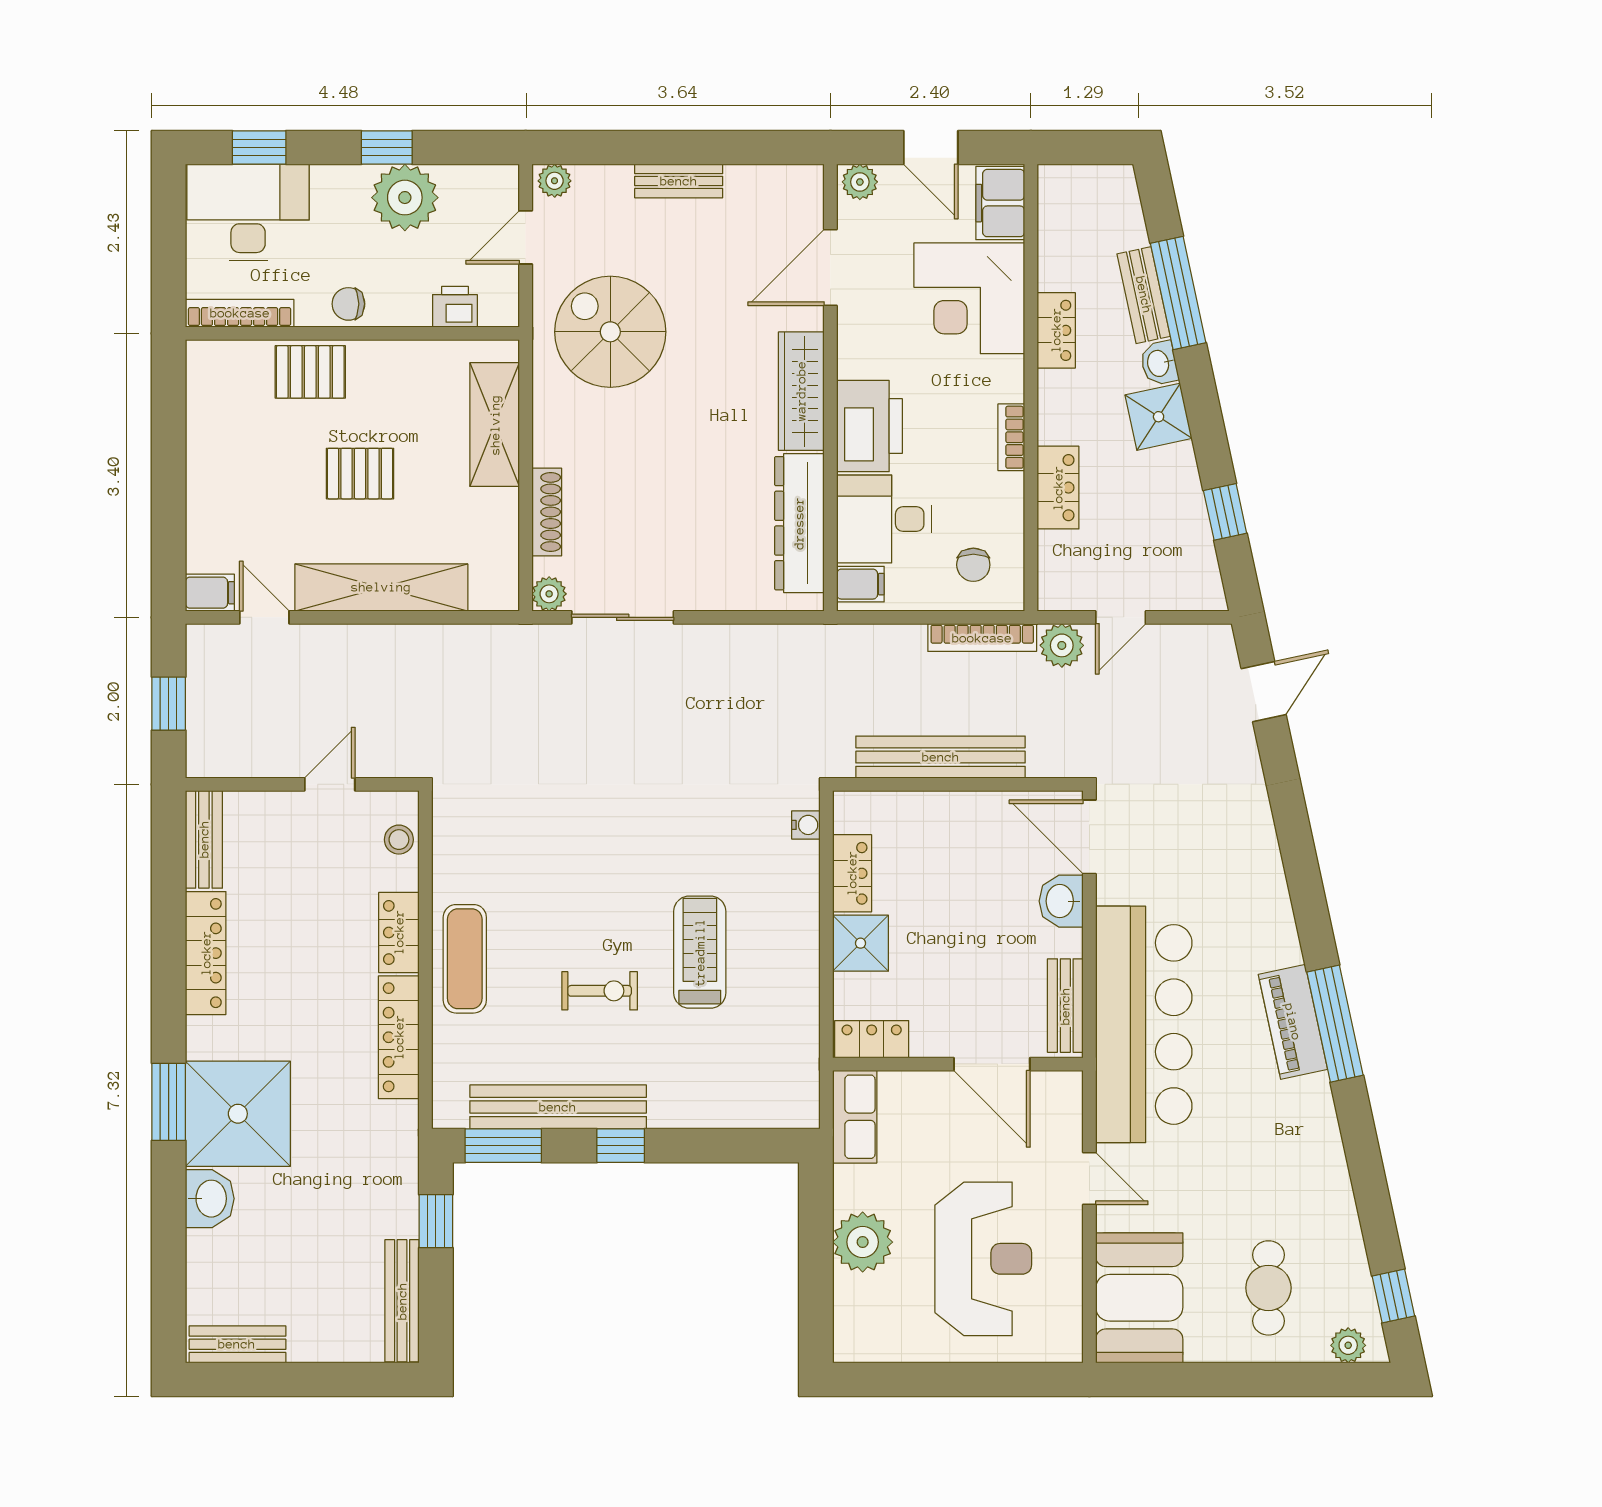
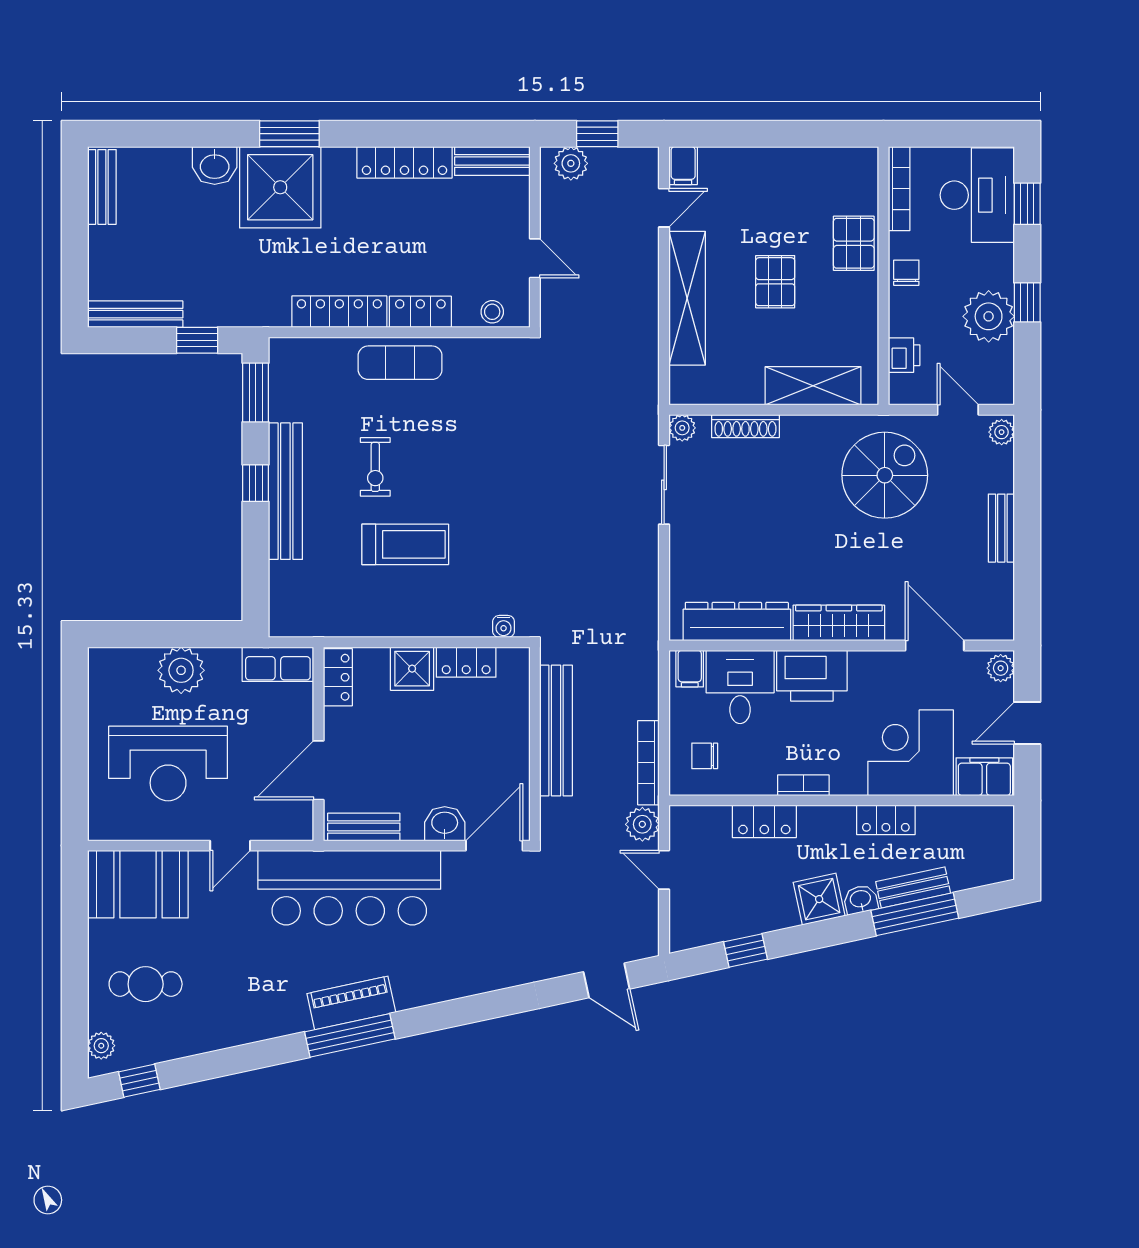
plant: (207, 738) -> (571, 163), added
bench: (558, 1107) -> (285, 491), moved

